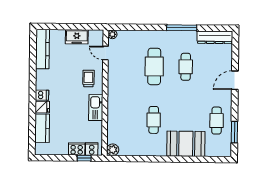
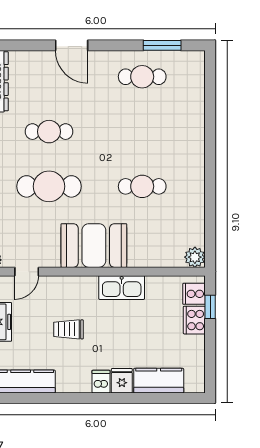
trolley: (88, 78) -> (69, 329), moved
booth: (186, 144) -> (94, 246), moved, turned 90

